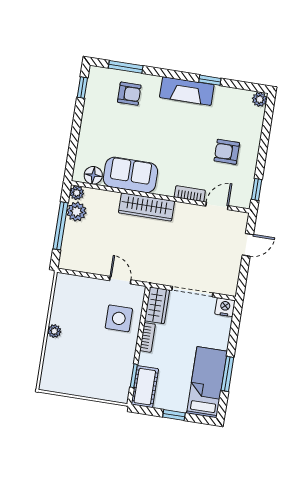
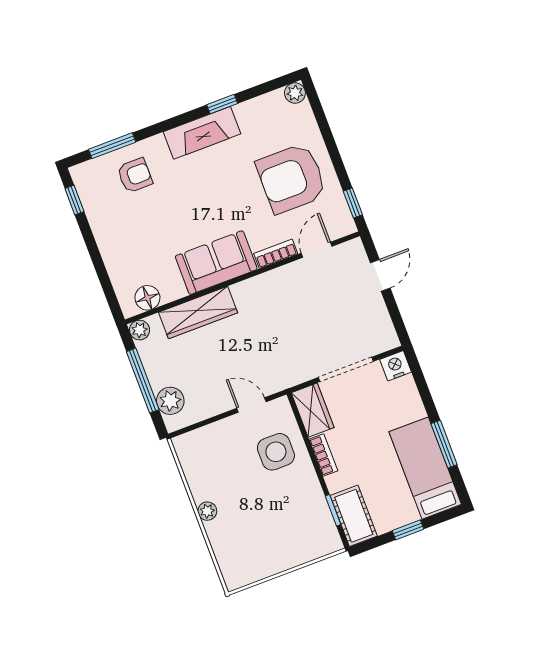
armchair: (227, 152) -> (291, 178), width x1.88, depth x1.88
sofa: (130, 175) -> (216, 263), moved
wardrobe: (146, 207) -> (198, 313), moved
plant: (76, 212) -> (170, 401), moved

